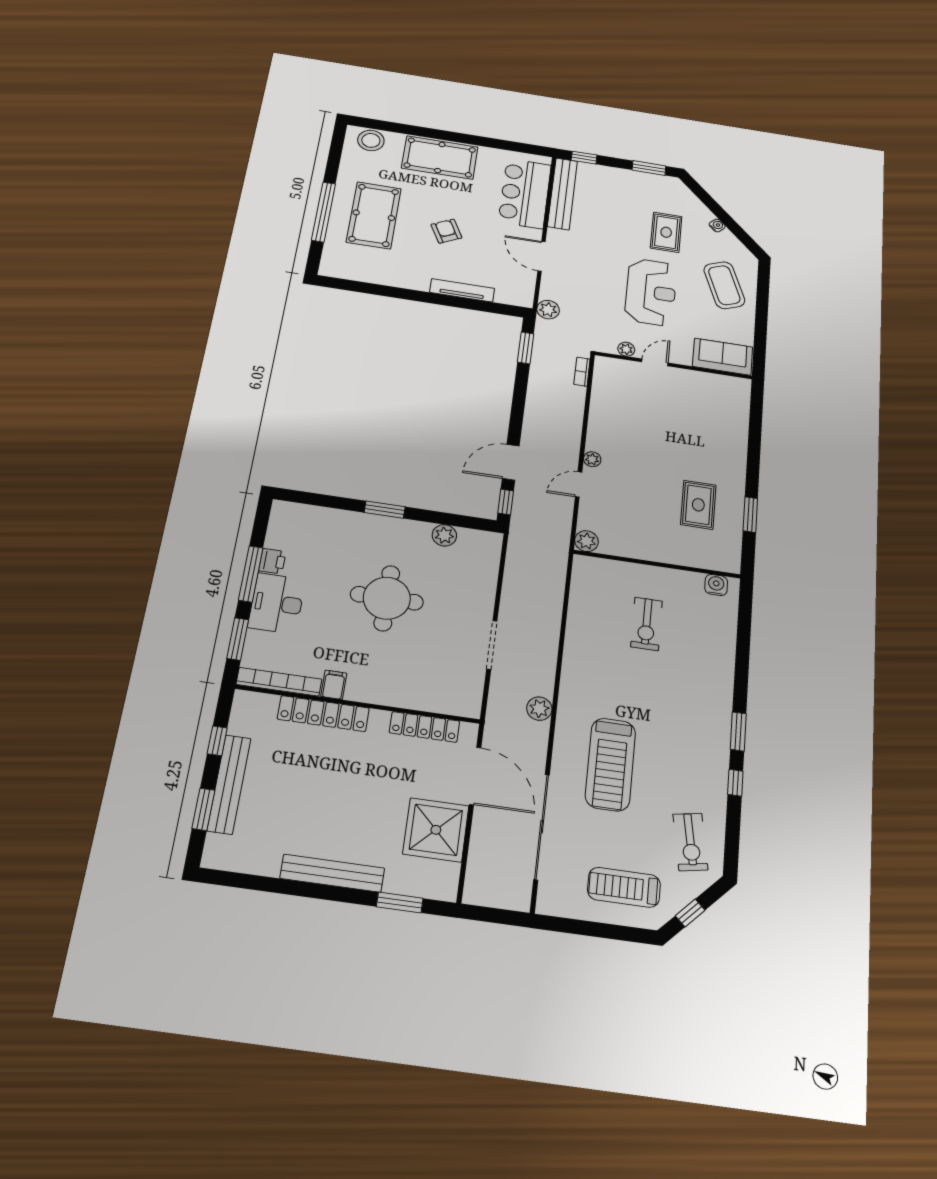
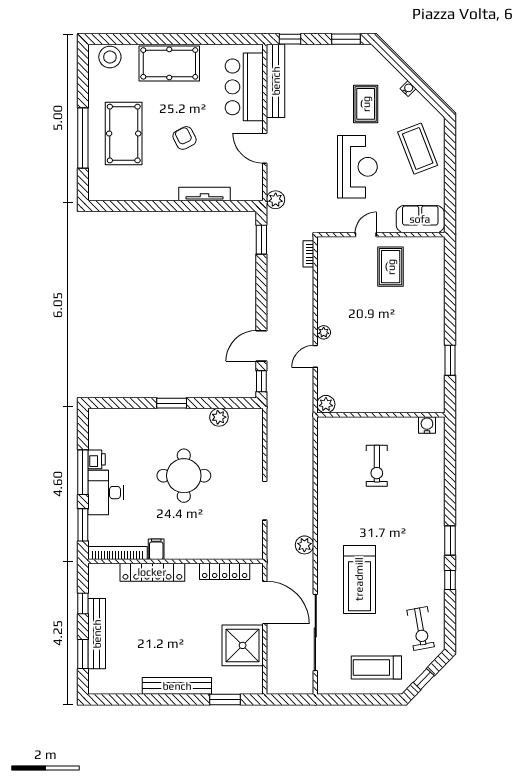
plant: (626, 349) -> (342, 226), removed
rug: (698, 505) -> (391, 267), moved

